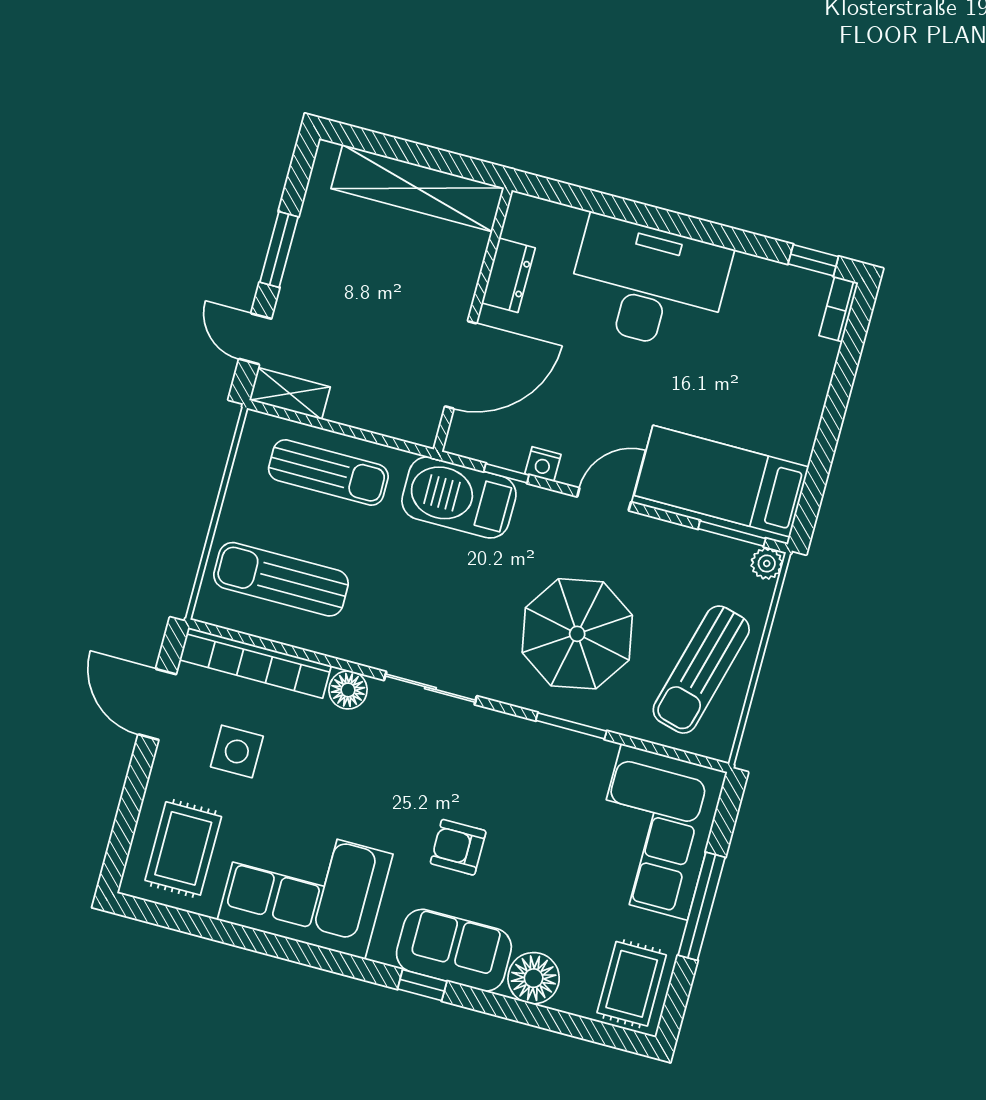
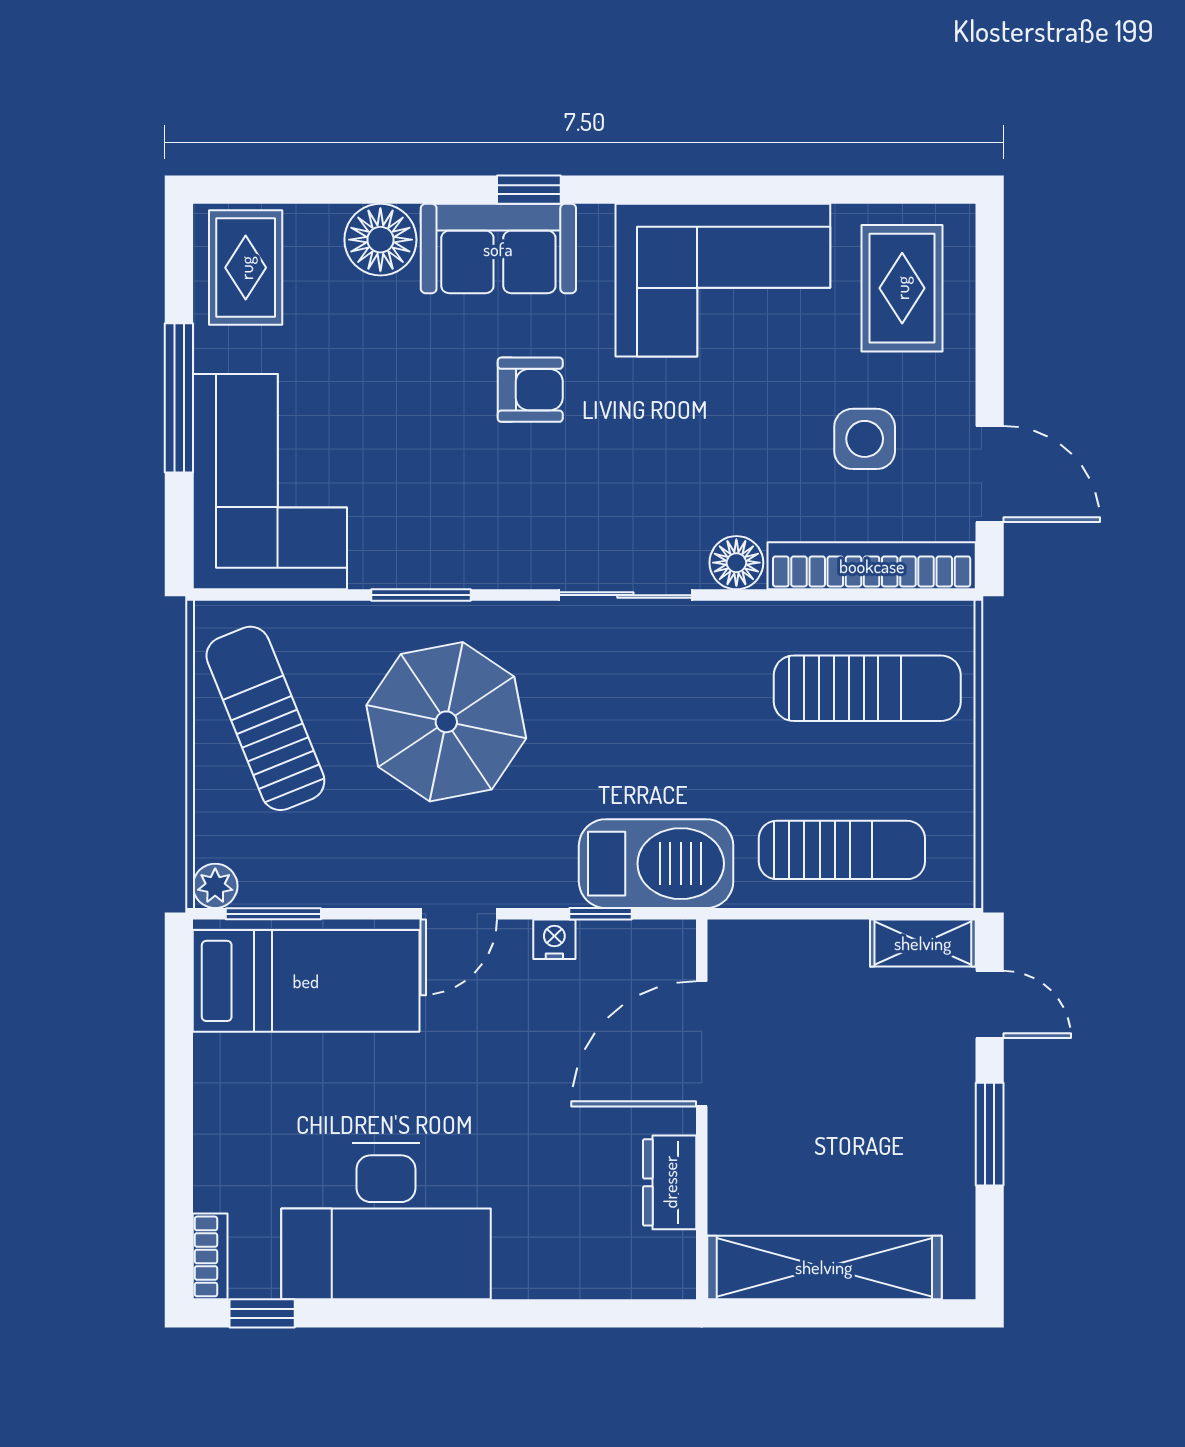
desk: (648, 284) -> (386, 1221), moved
sun lounger: (328, 473) -> (842, 850), turned 180
sun lounger: (701, 670) -> (265, 718), turned -37

